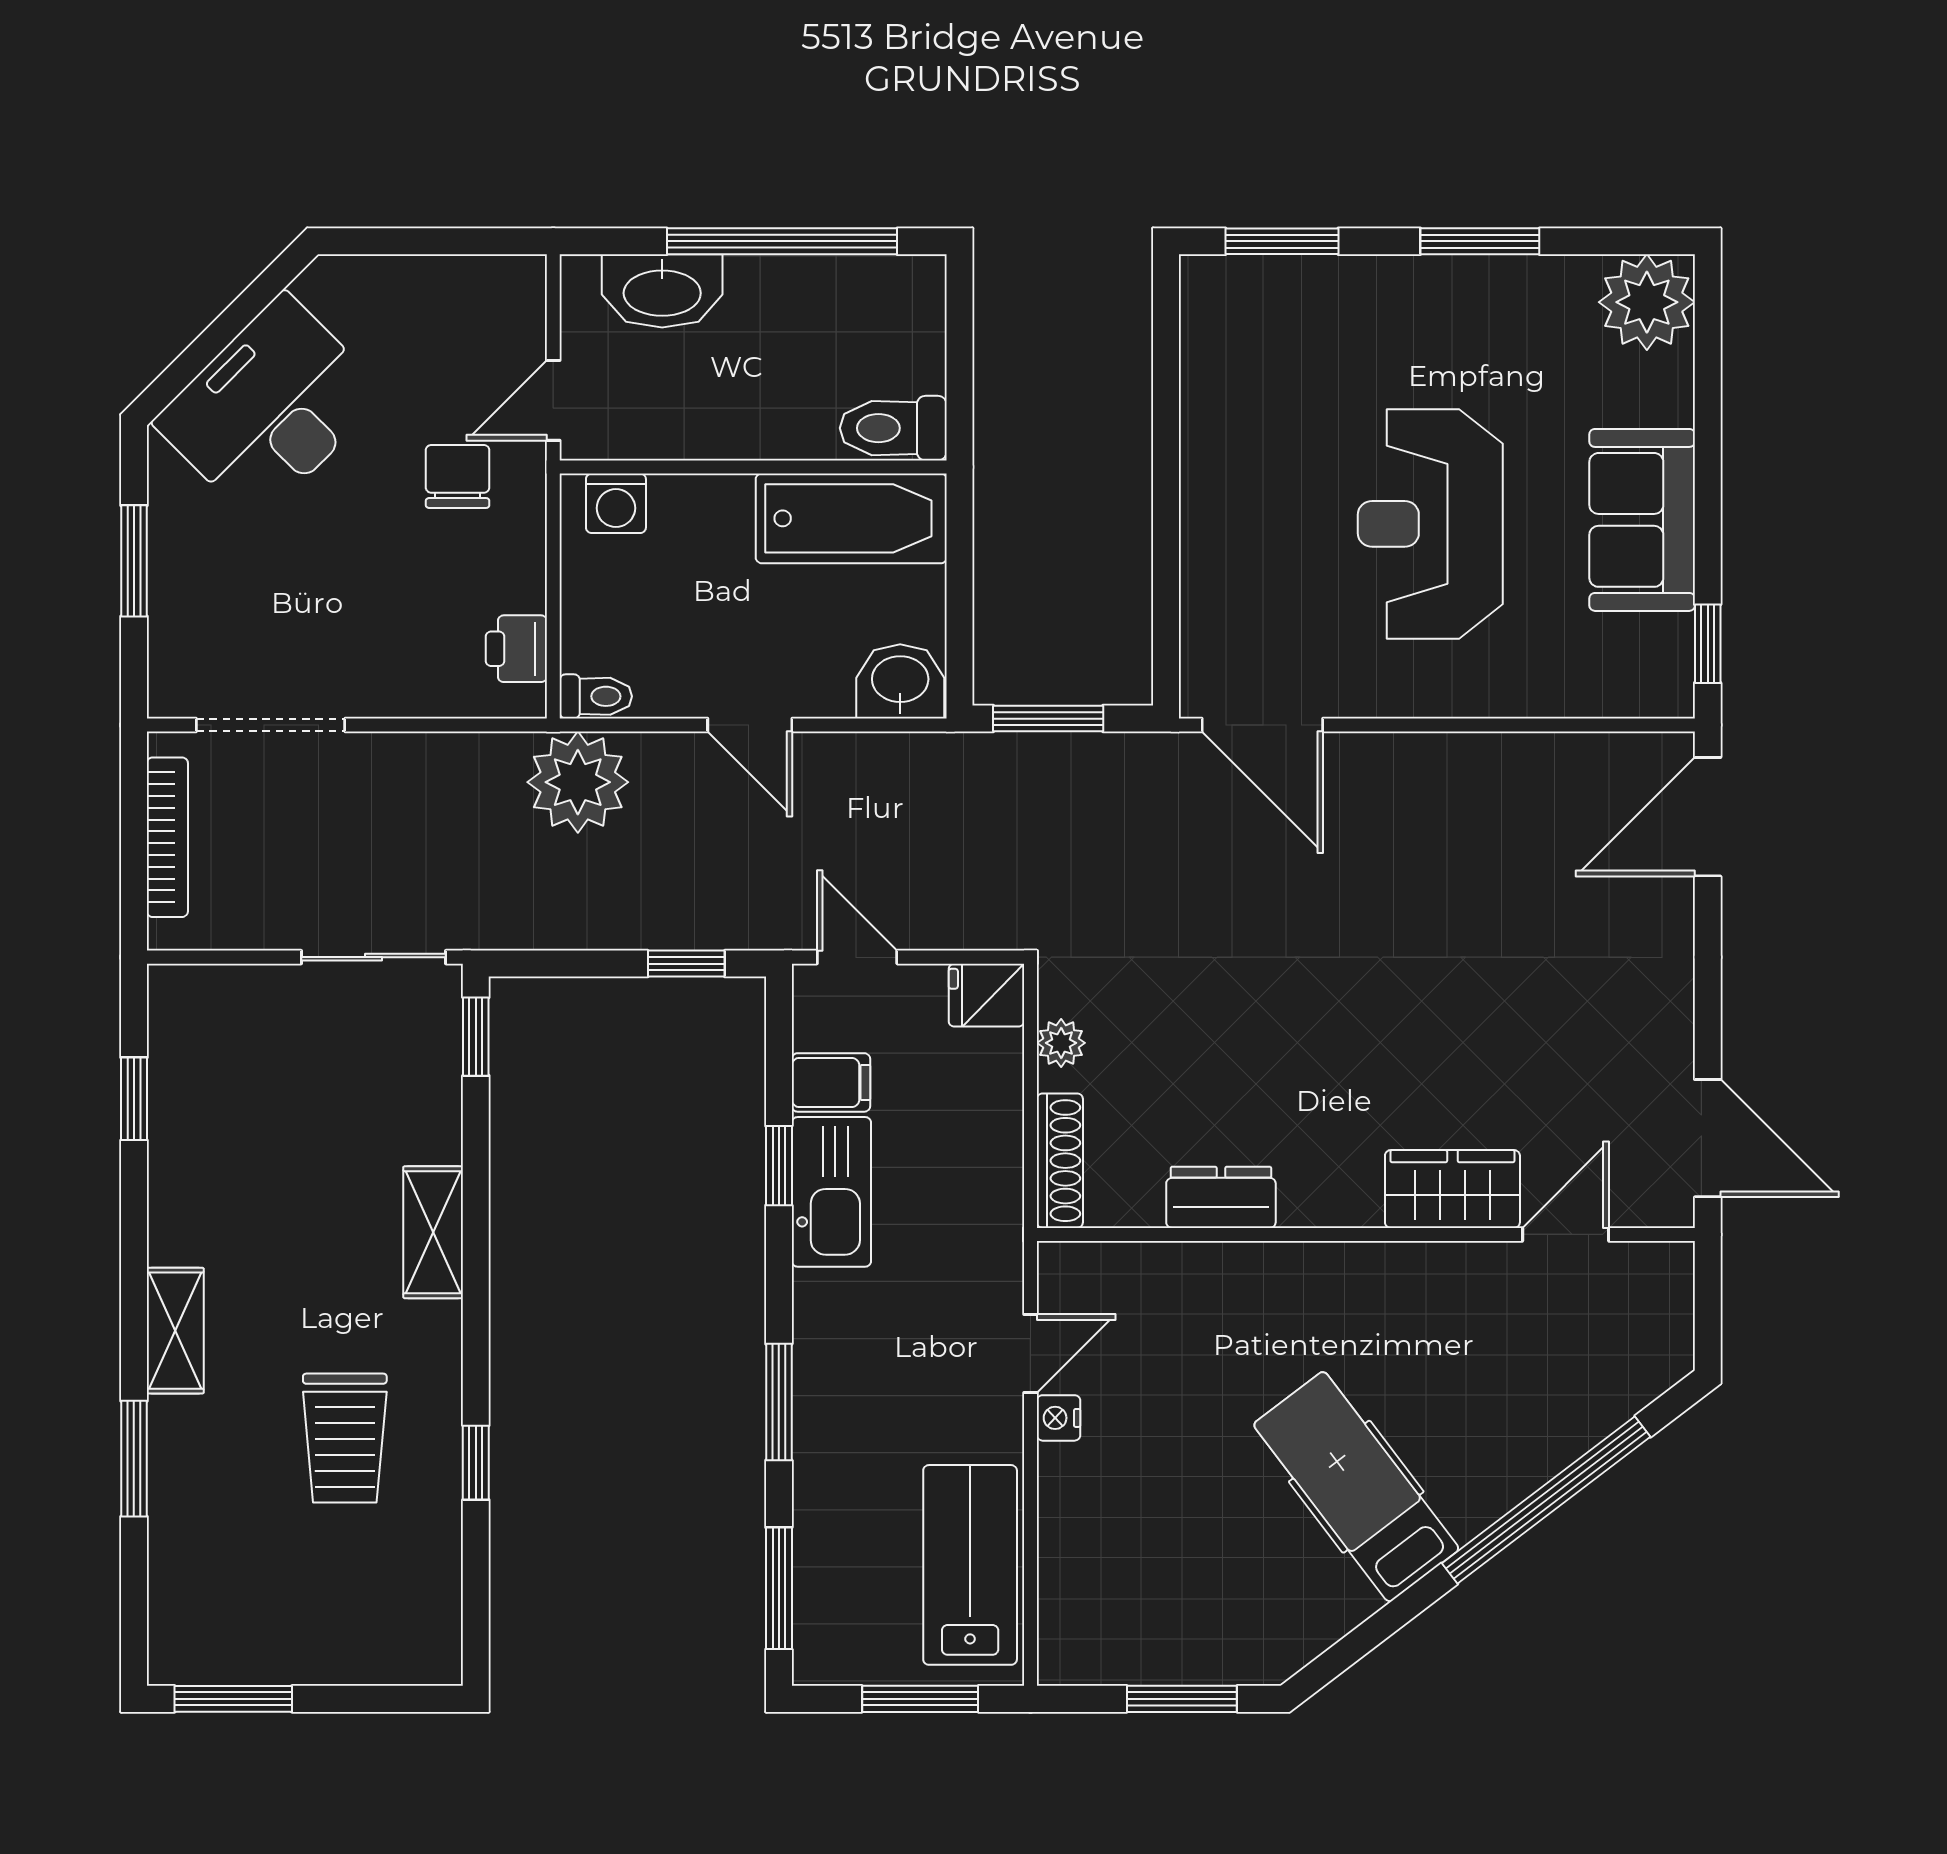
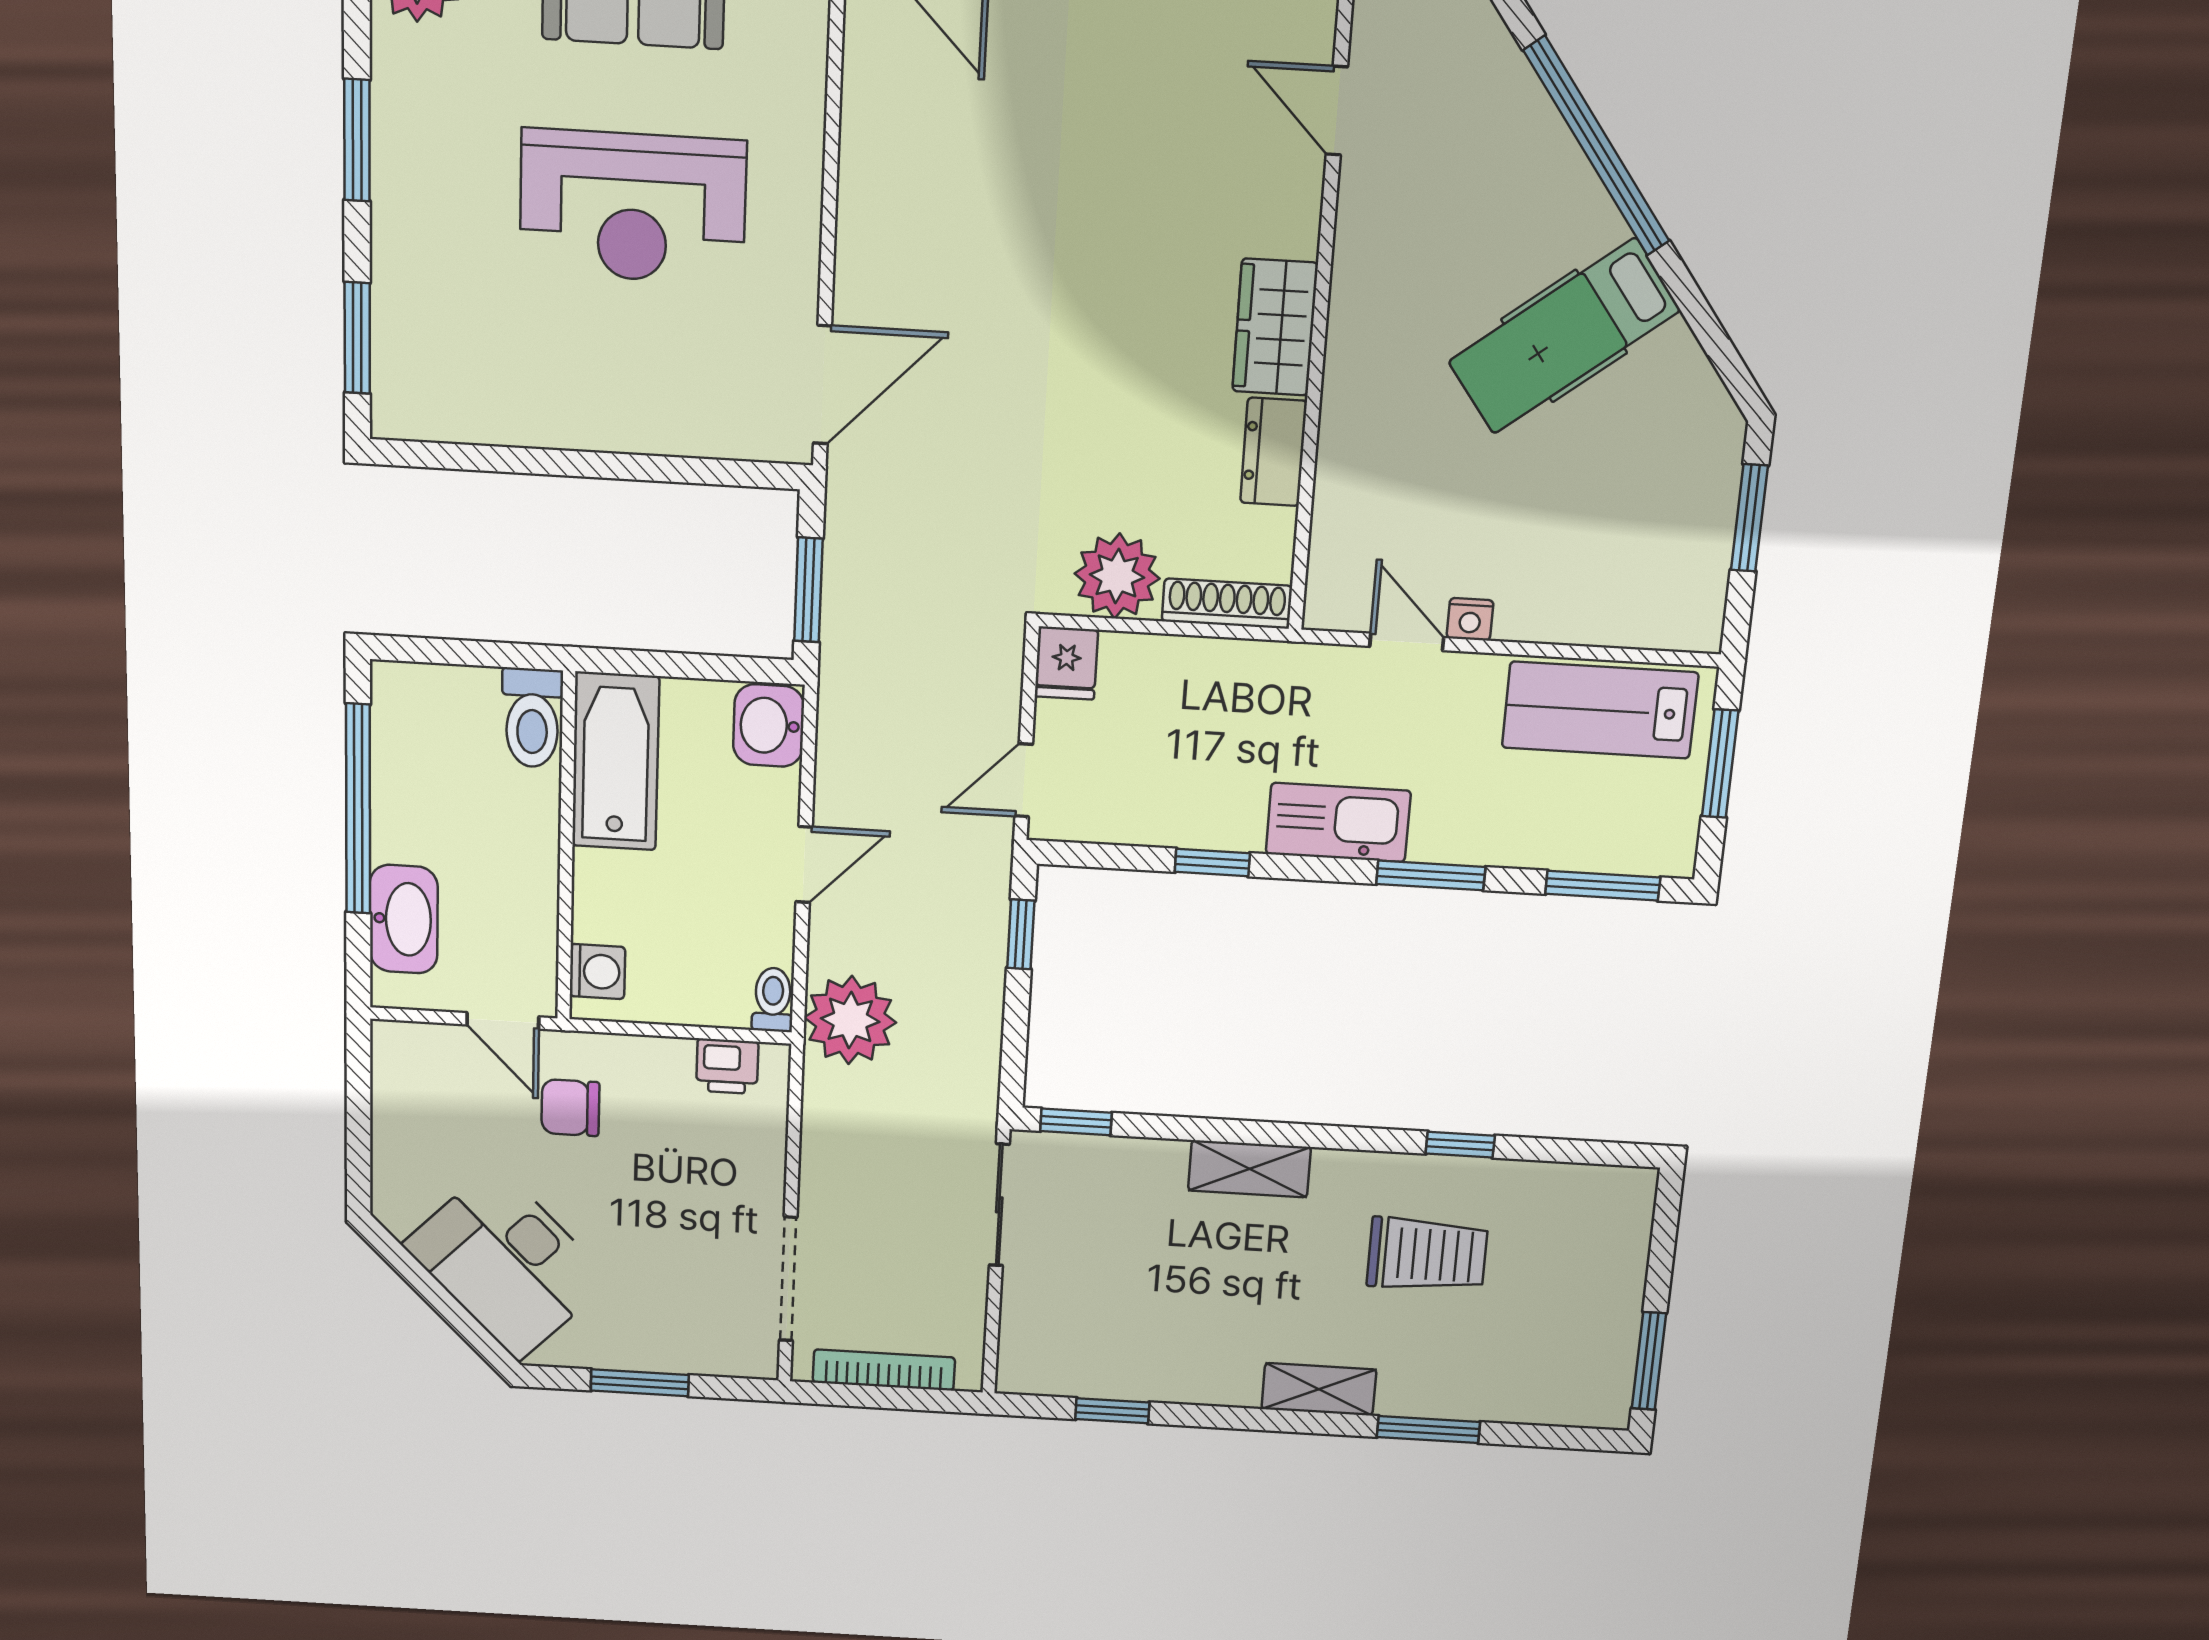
plant: (1061, 1043) -> (1117, 576), width x1.87, depth x1.87
filing cabinet: (831, 1082) -> (1139, 811), removed
wardrobe: (1452, 1189) -> (1275, 327), moved
kitchen sink: (831, 1192) -> (1338, 822), moved

